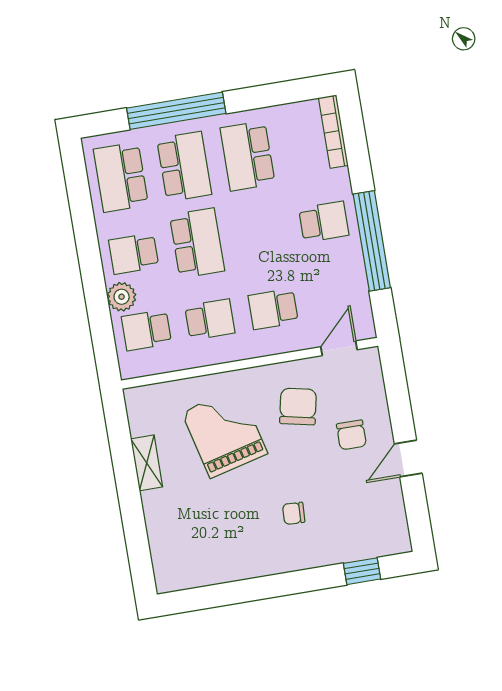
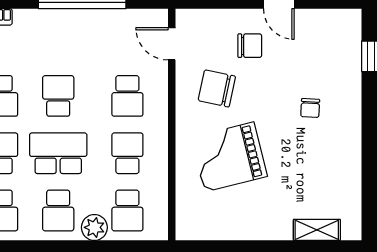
school desk: (324, 222) -> (58, 96), moved
shelving: (147, 463) -> (317, 230), moved

